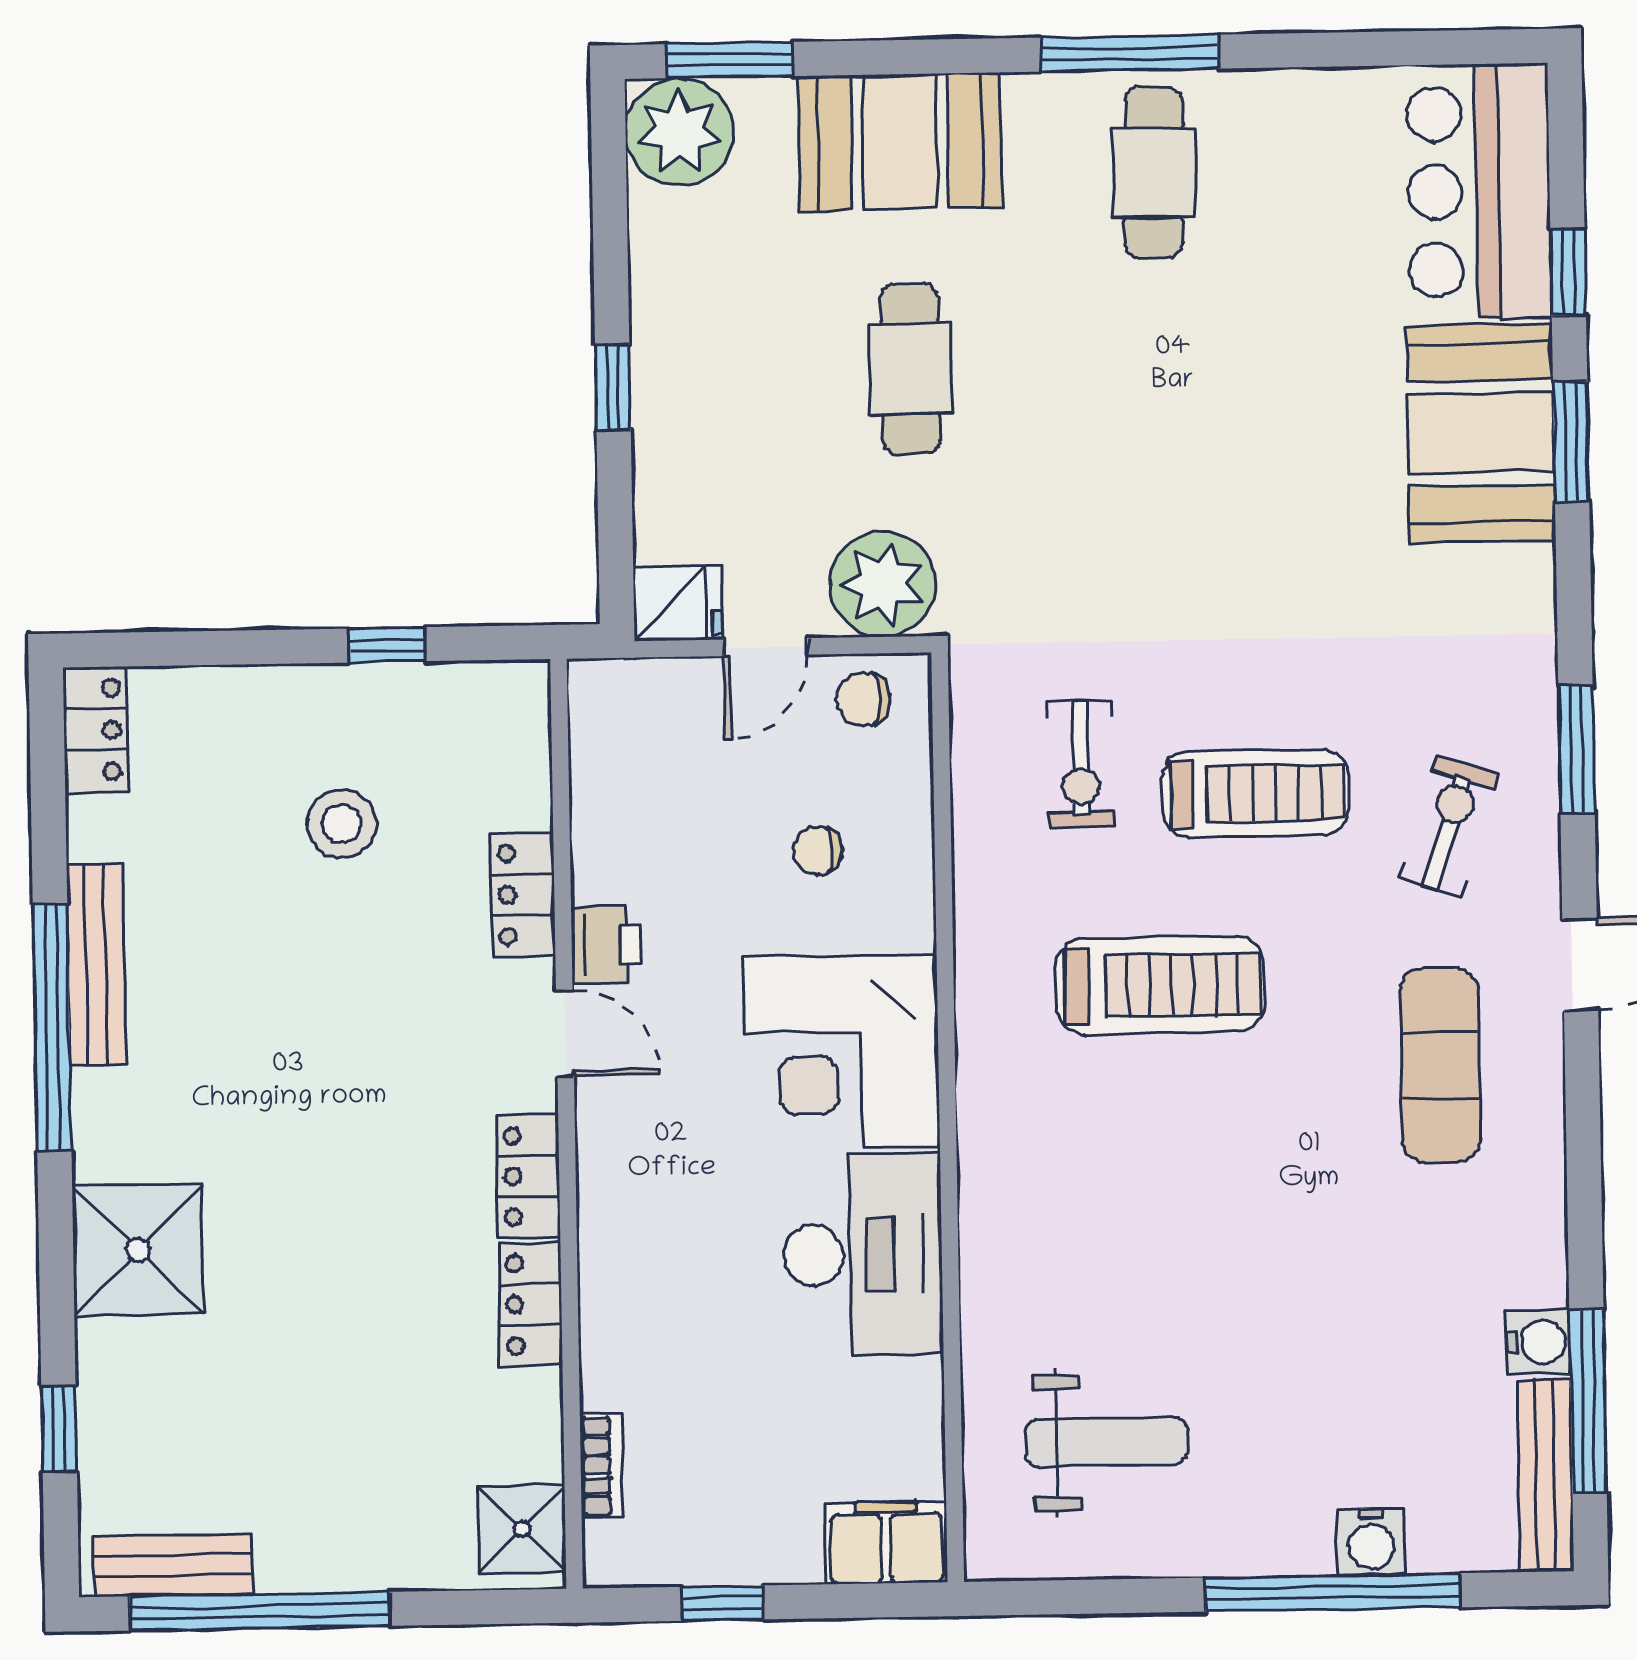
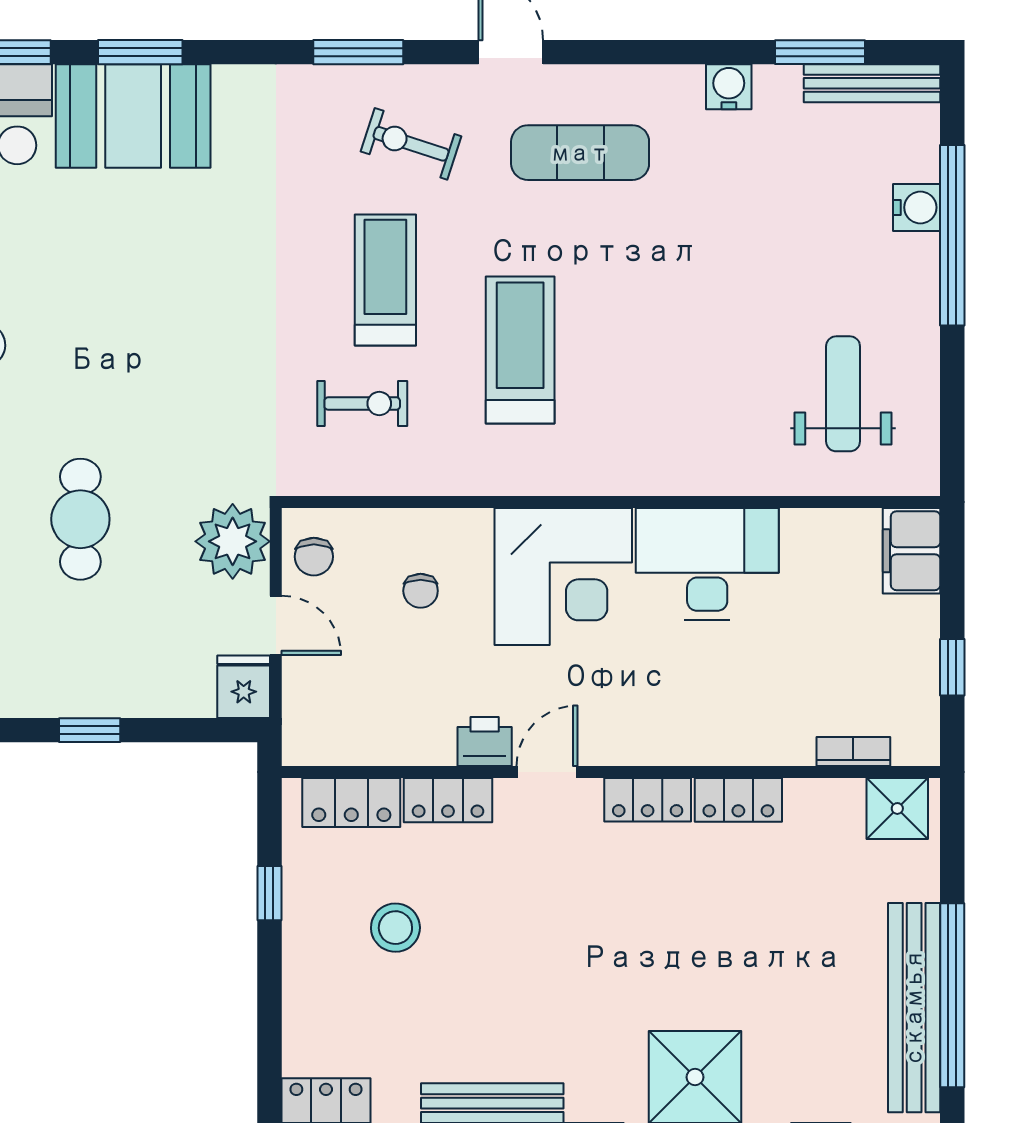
cafe table: (910, 369) -> (80, 519), turned 90
locker: (517, 758) -> (351, 802), added
water cooler: (1538, 1342) -> (729, 87), moved
window: (1588, 1401) -> (820, 52), width x0.69
bench: (173, 1565) -> (914, 1008), width x1.86, depth x1.21

